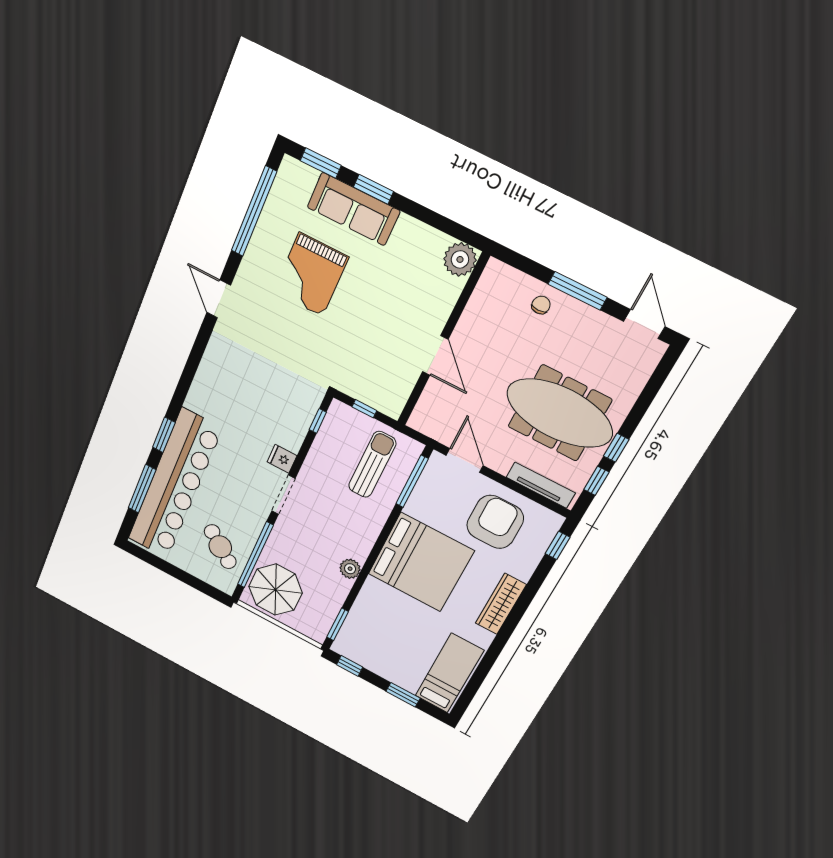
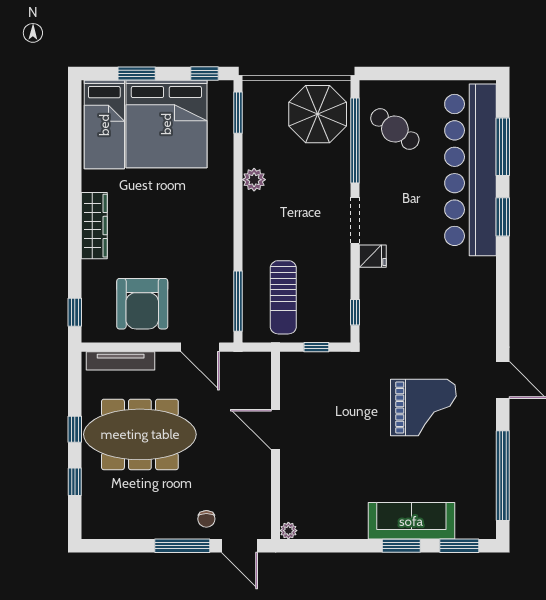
plant: (460, 259) -> (288, 531), width x0.53, depth x0.53
grand piano: (311, 275) -> (423, 407), moved, turned 90
door: (644, 324) -> (239, 546), moved
window: (596, 481) -> (75, 482), moved
bed: (421, 562) -> (166, 124), moved, turned -90

